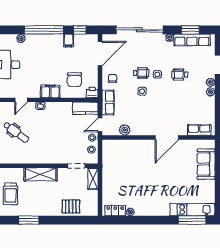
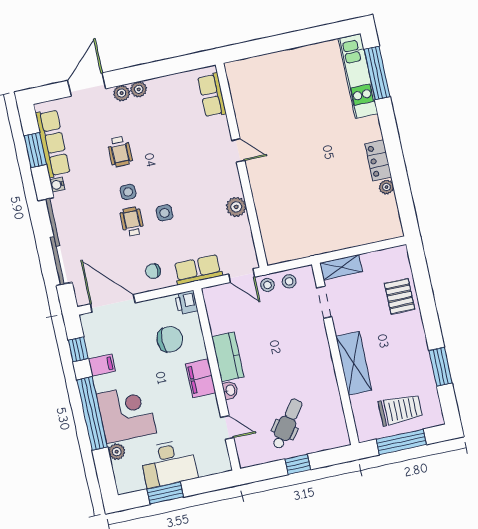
corner desk: (40, 48) -> (126, 413), added
kitchen counter: (85, 108) -> (228, 357), moved
plant: (125, 130) -> (236, 207), moved
door: (167, 138) -> (238, 150), width x0.53
sofa: (206, 164) -> (271, 69), removed
locker: (115, 211) -> (378, 160), moved

